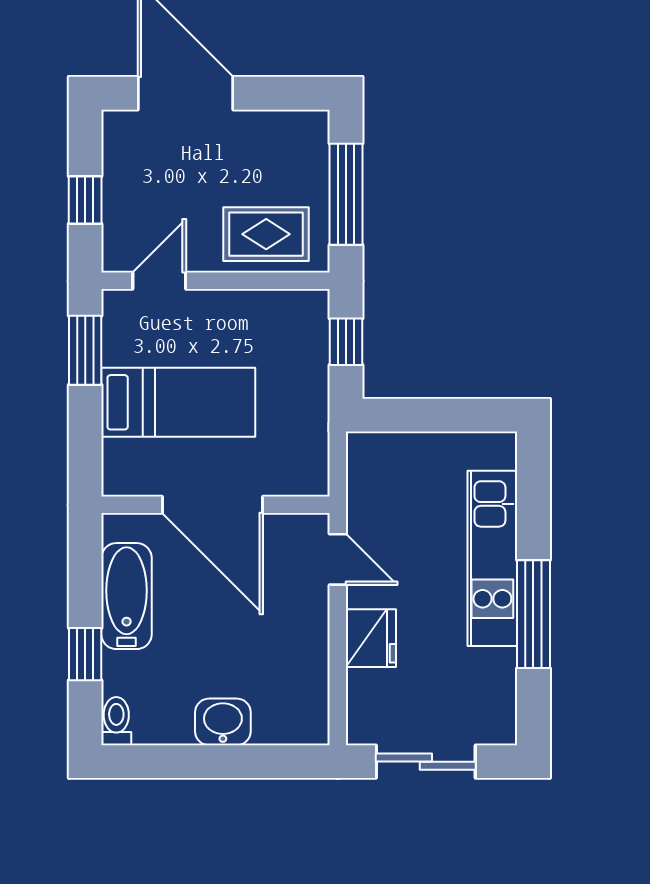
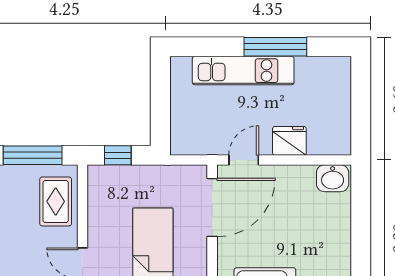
door: (213, 505) -> (212, 207), moved
washbasin: (223, 722) -> (333, 178), moved, turned -90
sliding door: (426, 762) -> (361, 109), removed

